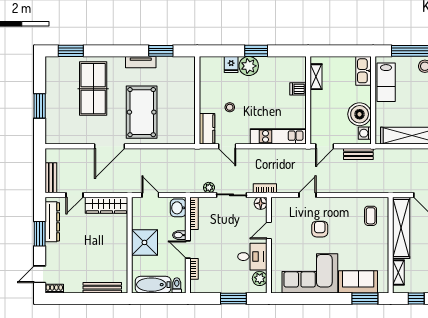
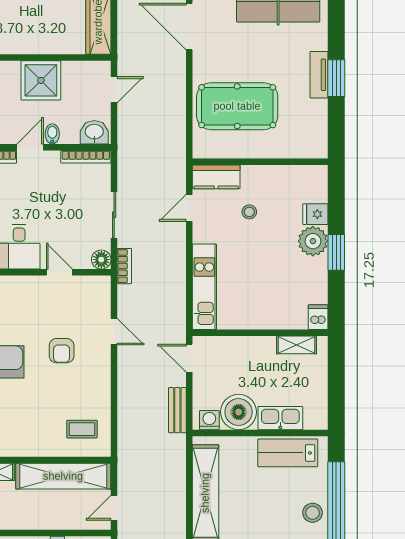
window: (161, 51) -> (336, 78), moved
kitchen sink: (363, 71) -> (280, 418), moved
dishwasher: (298, 89) -> (318, 317), moved
pool table: (142, 112) -> (237, 106), moved
plant: (209, 188) -> (125, 180), removed
armchair: (320, 229) -> (62, 351), turned 90

